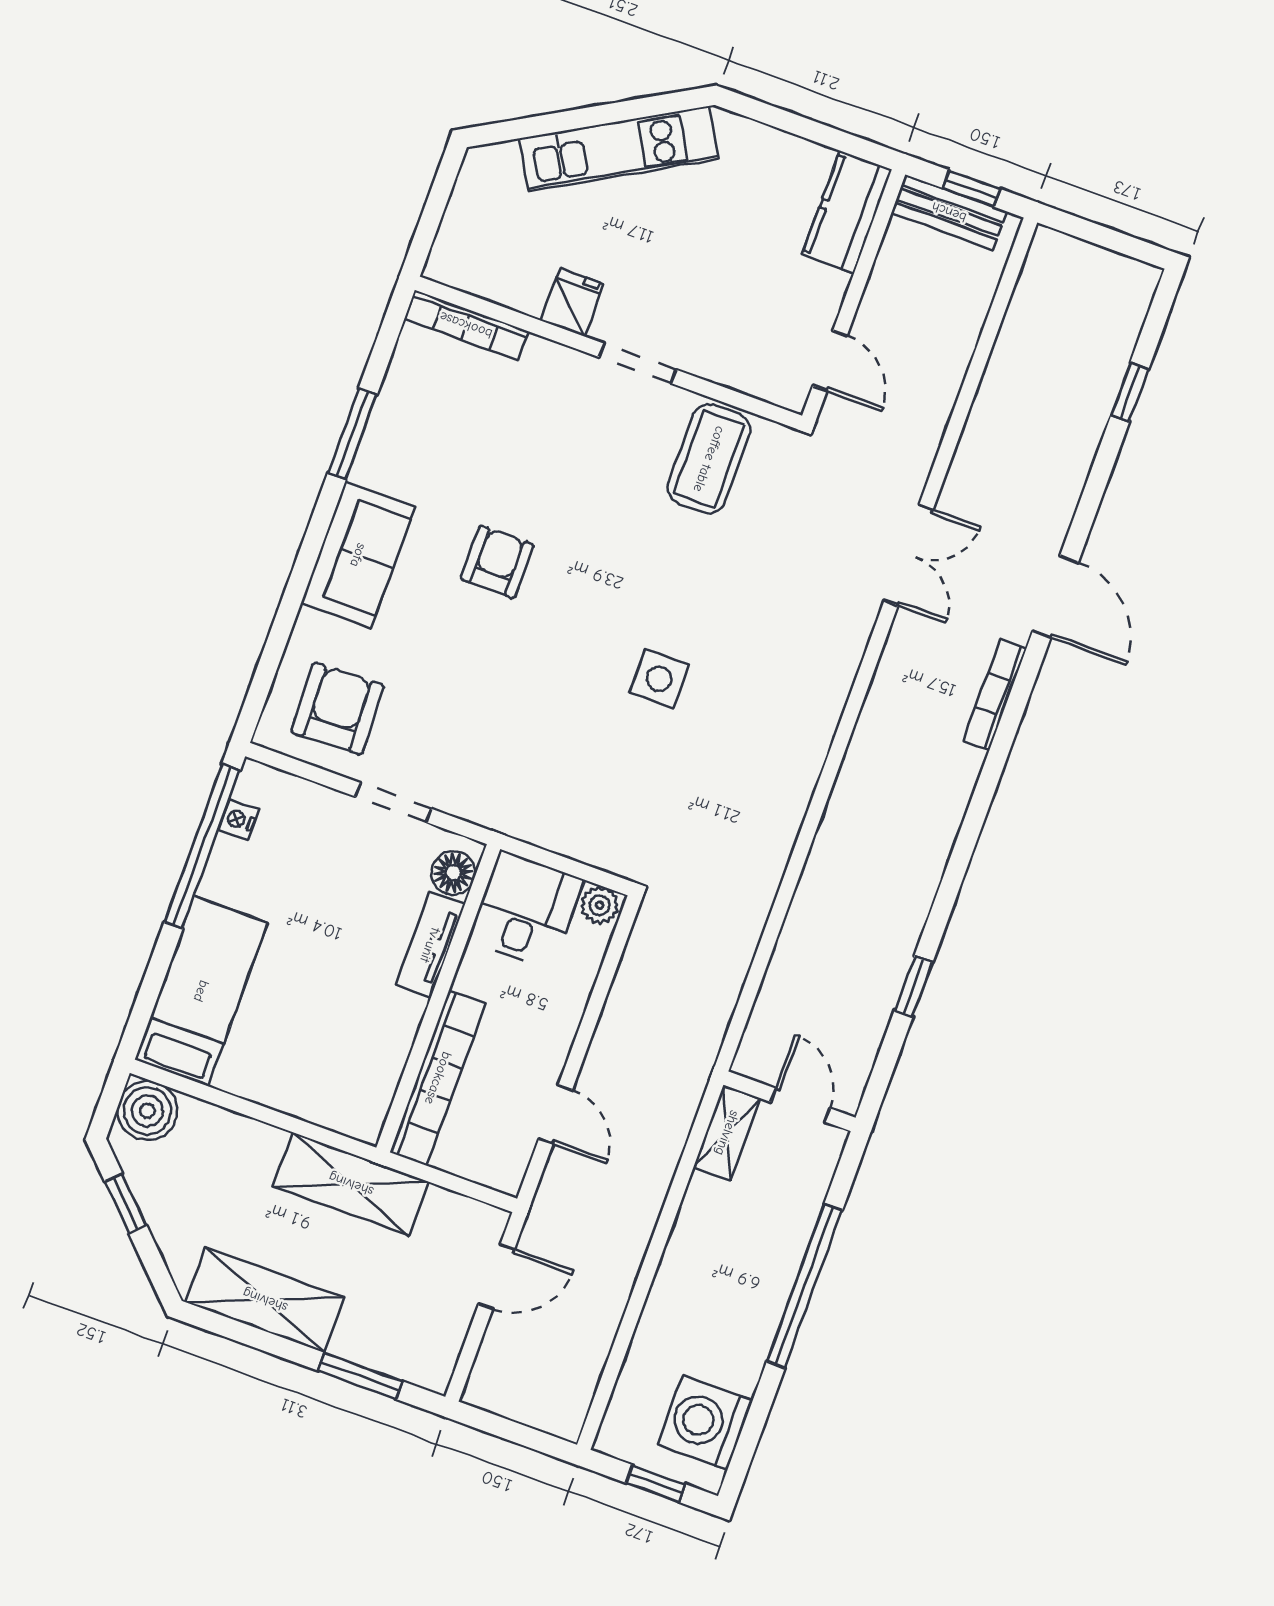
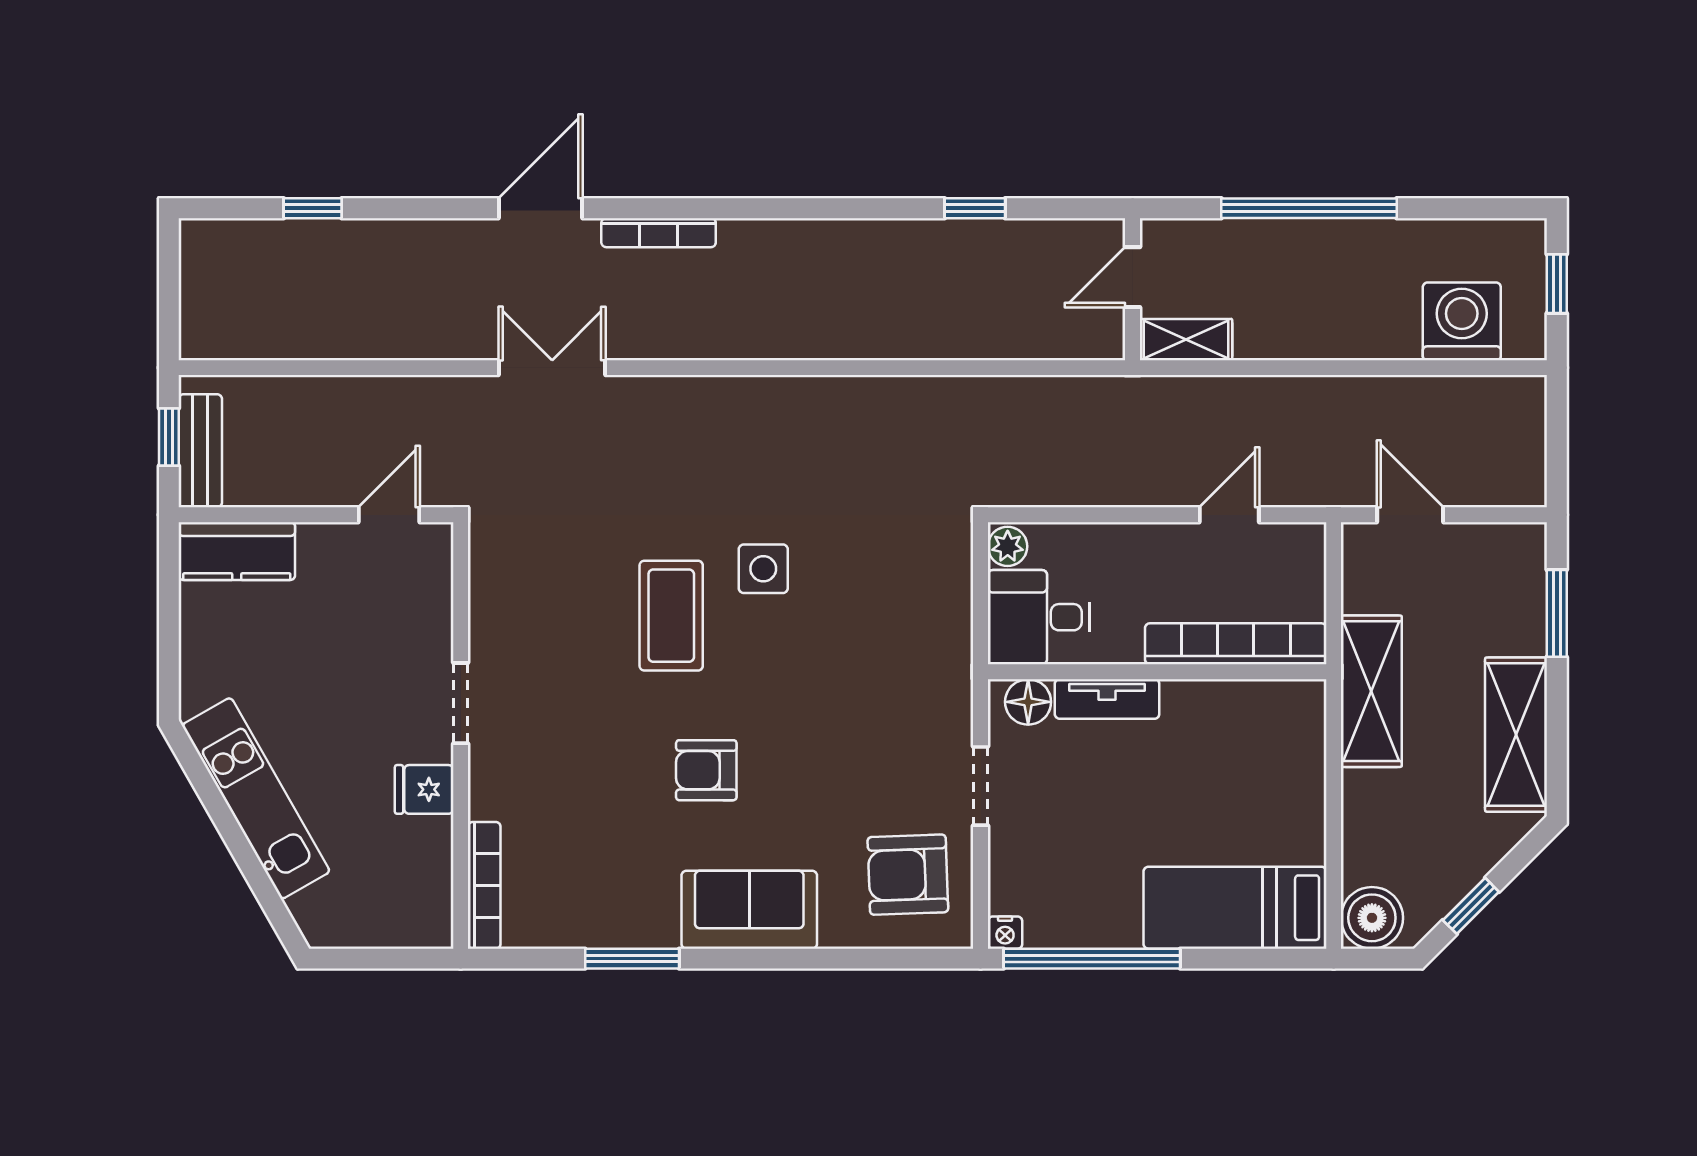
coffee table: (709, 459) -> (671, 616), moved, turned 90
nightstand: (238, 820) -> (1005, 933), moved
washing machine: (705, 1422) -> (1462, 321), moved, turned 180

